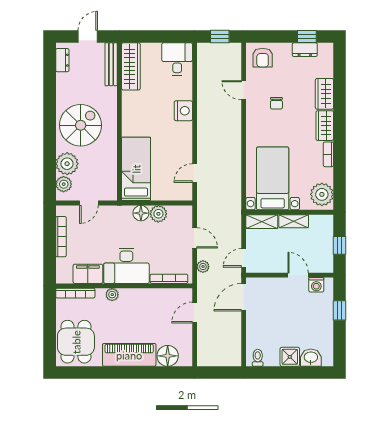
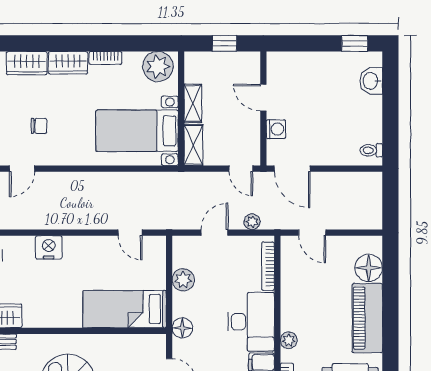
floor lamp: (141, 213) -> (182, 328), moved
door: (298, 275) -> (263, 98), hinge flipped
washing machine: (316, 285) -> (276, 129), moved
window: (340, 310) -> (355, 43), moved
shower: (290, 357) -> (370, 108), removed

